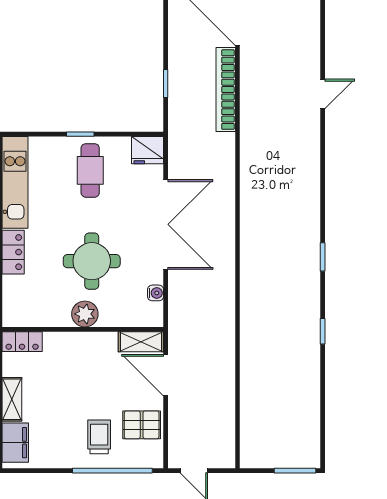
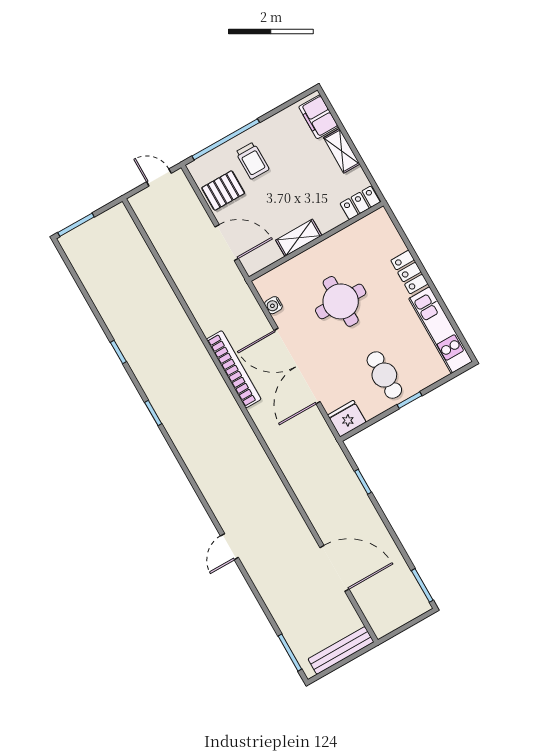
bookcase: (226, 90) -> (234, 369), moved
plant: (85, 314) -> (322, 255), removed
shelving: (141, 342) -> (299, 238), moved

